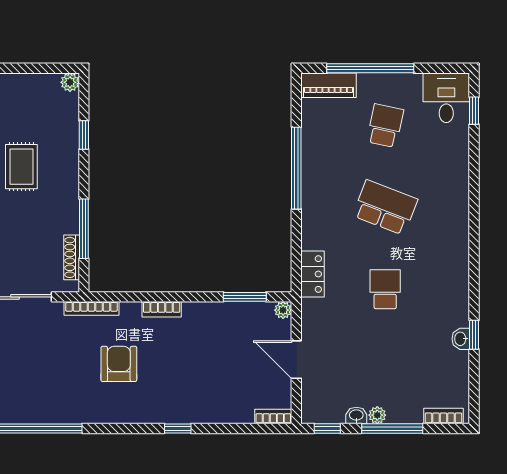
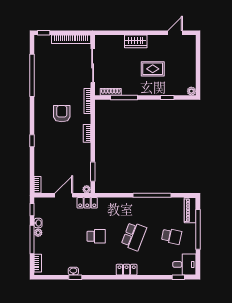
locker: (458, 223) -> (127, 270), added
locker: (313, 274) -> (87, 203), moved
armchair: (119, 364) -> (62, 114), turned -90

